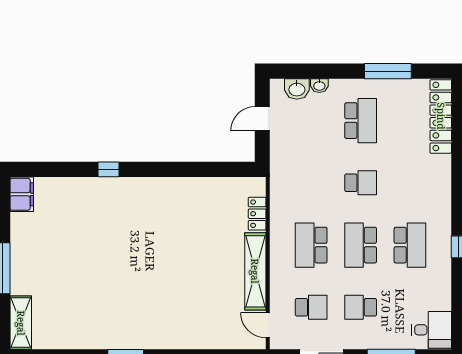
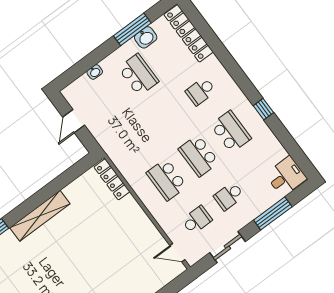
washbasin: (297, 89) -> (146, 37), moved
school desk: (361, 183) -> (201, 91), moved, turned 180
locker: (257, 214) -> (112, 179), width x1.53
shelving: (255, 271) -> (40, 216), moved, turned 90

